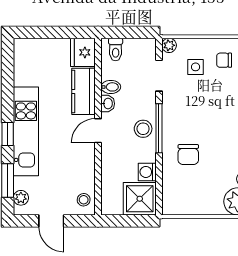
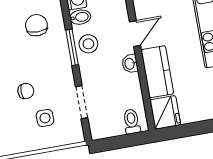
plant: (169, 45) -> (77, 136), removed
chair: (224, 60) -> (26, 91), moved
bidet: (111, 87) -> (80, 17), moved, turned 180
window: (159, 128) -> (72, 47), width x0.69

